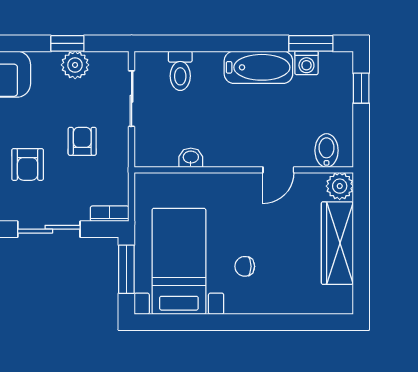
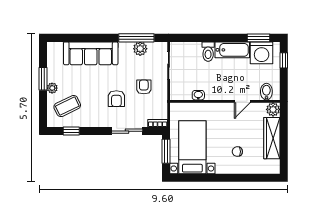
window: (67, 43) -> (136, 38), width x2.17
washing machine: (306, 63) -> (262, 53), width x1.89, depth x1.89
toilet: (180, 71) -> (208, 52), moved
chair: (245, 266) -> (237, 152), moved

